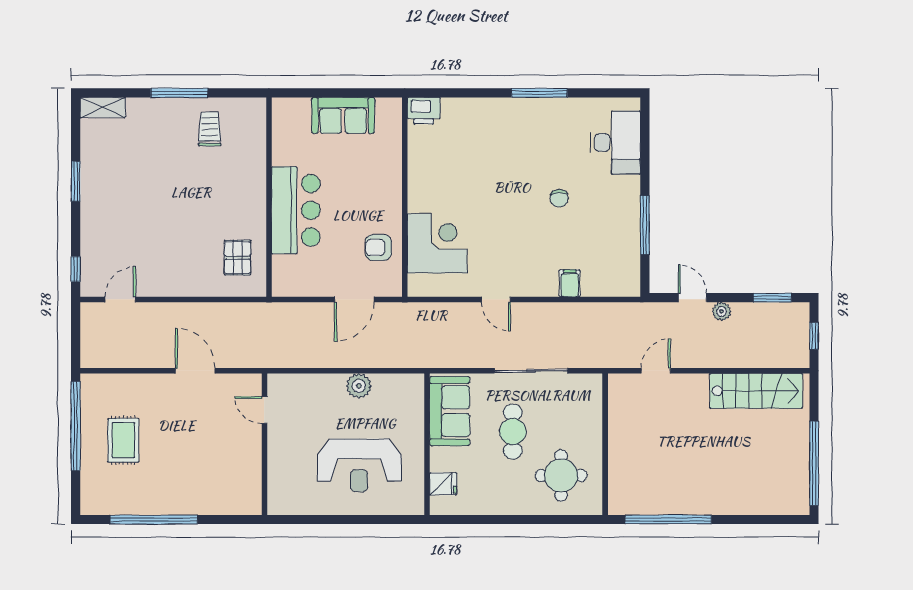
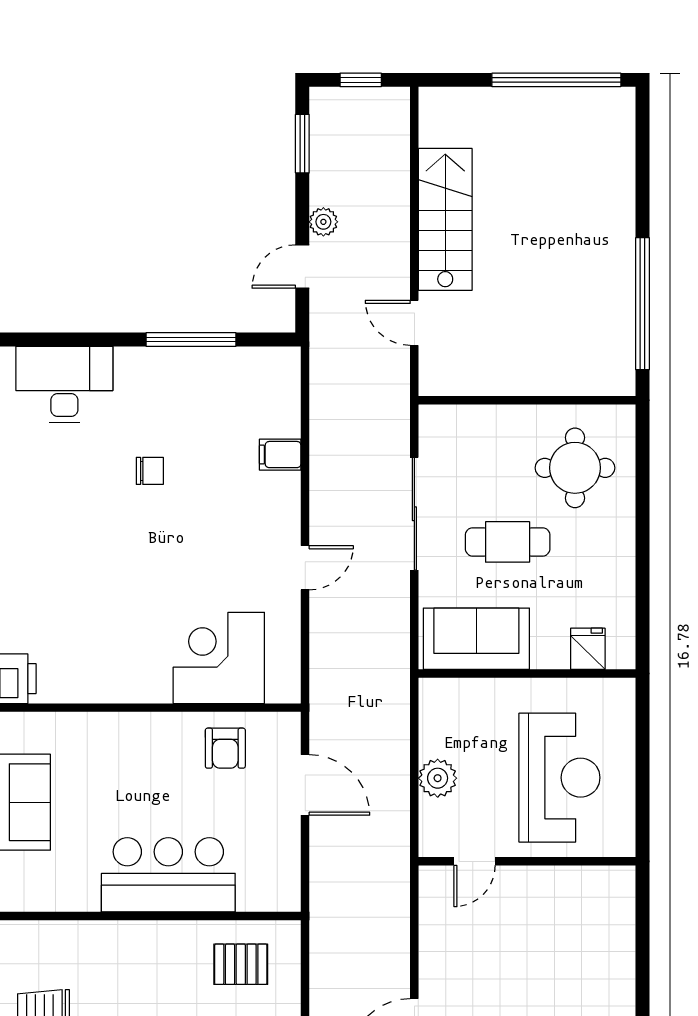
stairs: (756, 391) -> (445, 219), moved
door: (264, 410) -> (475, 861), moved
wall: (264, 444) -> (527, 861), moved

